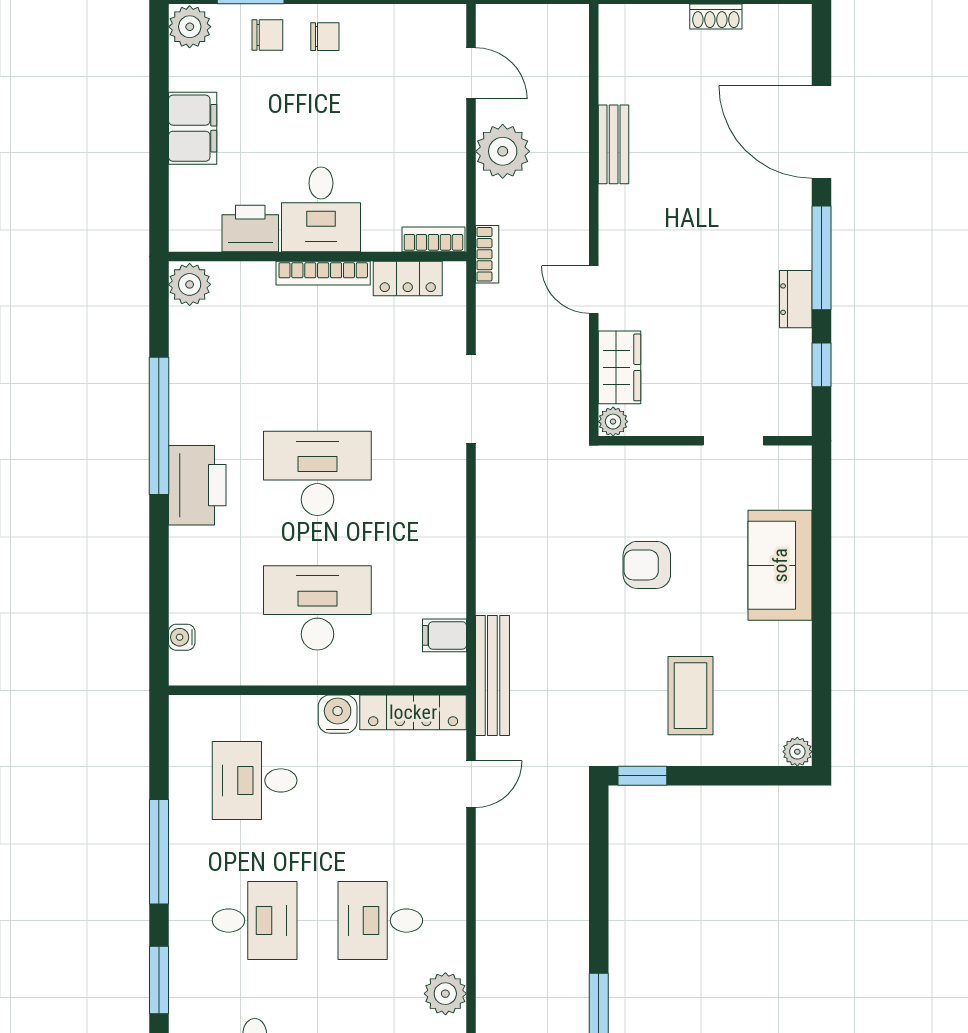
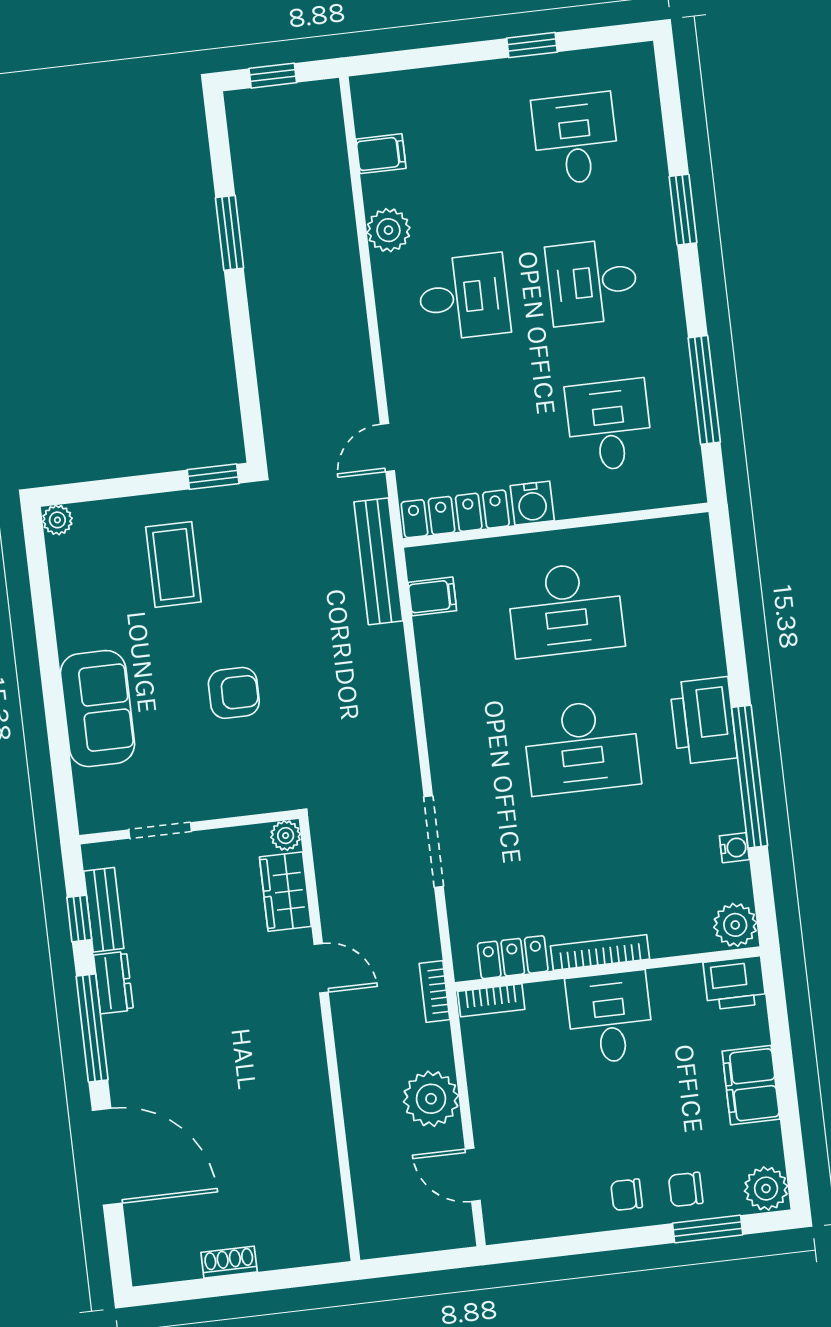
bench: (614, 144) -> (104, 910), moved
printer: (250, 229) -> (735, 983), moved
water cooler: (182, 637) -> (734, 848), moved
desk: (255, 780) -> (609, 425), turned -90
window: (159, 852) -> (704, 390), moved

